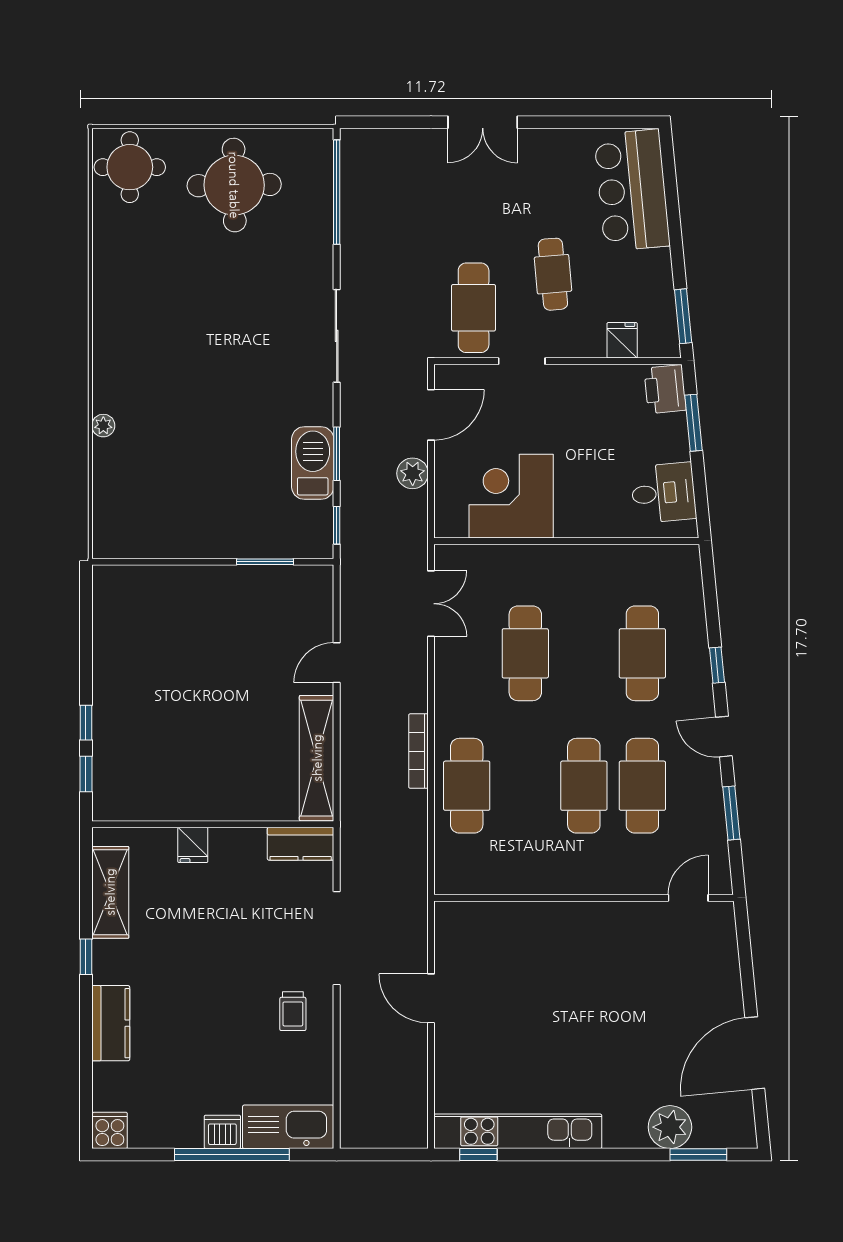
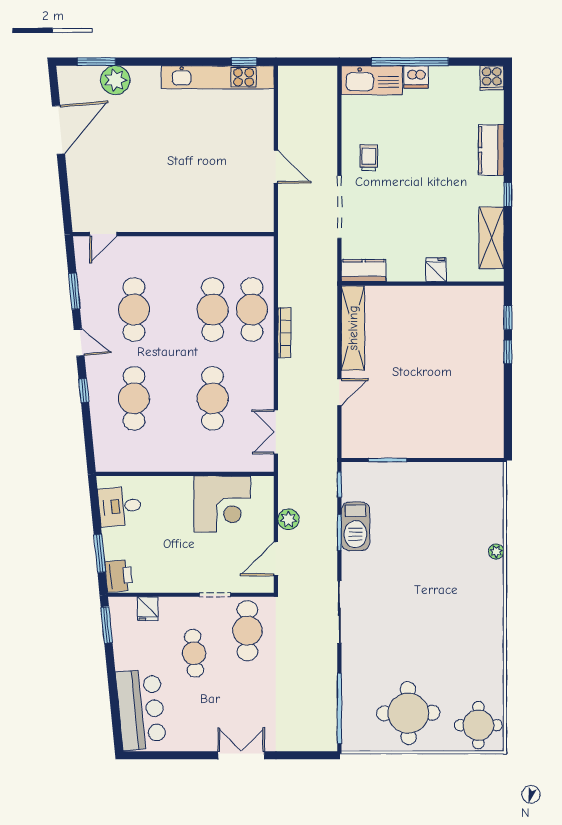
cafe table: (584, 786) -> (213, 310), moved

